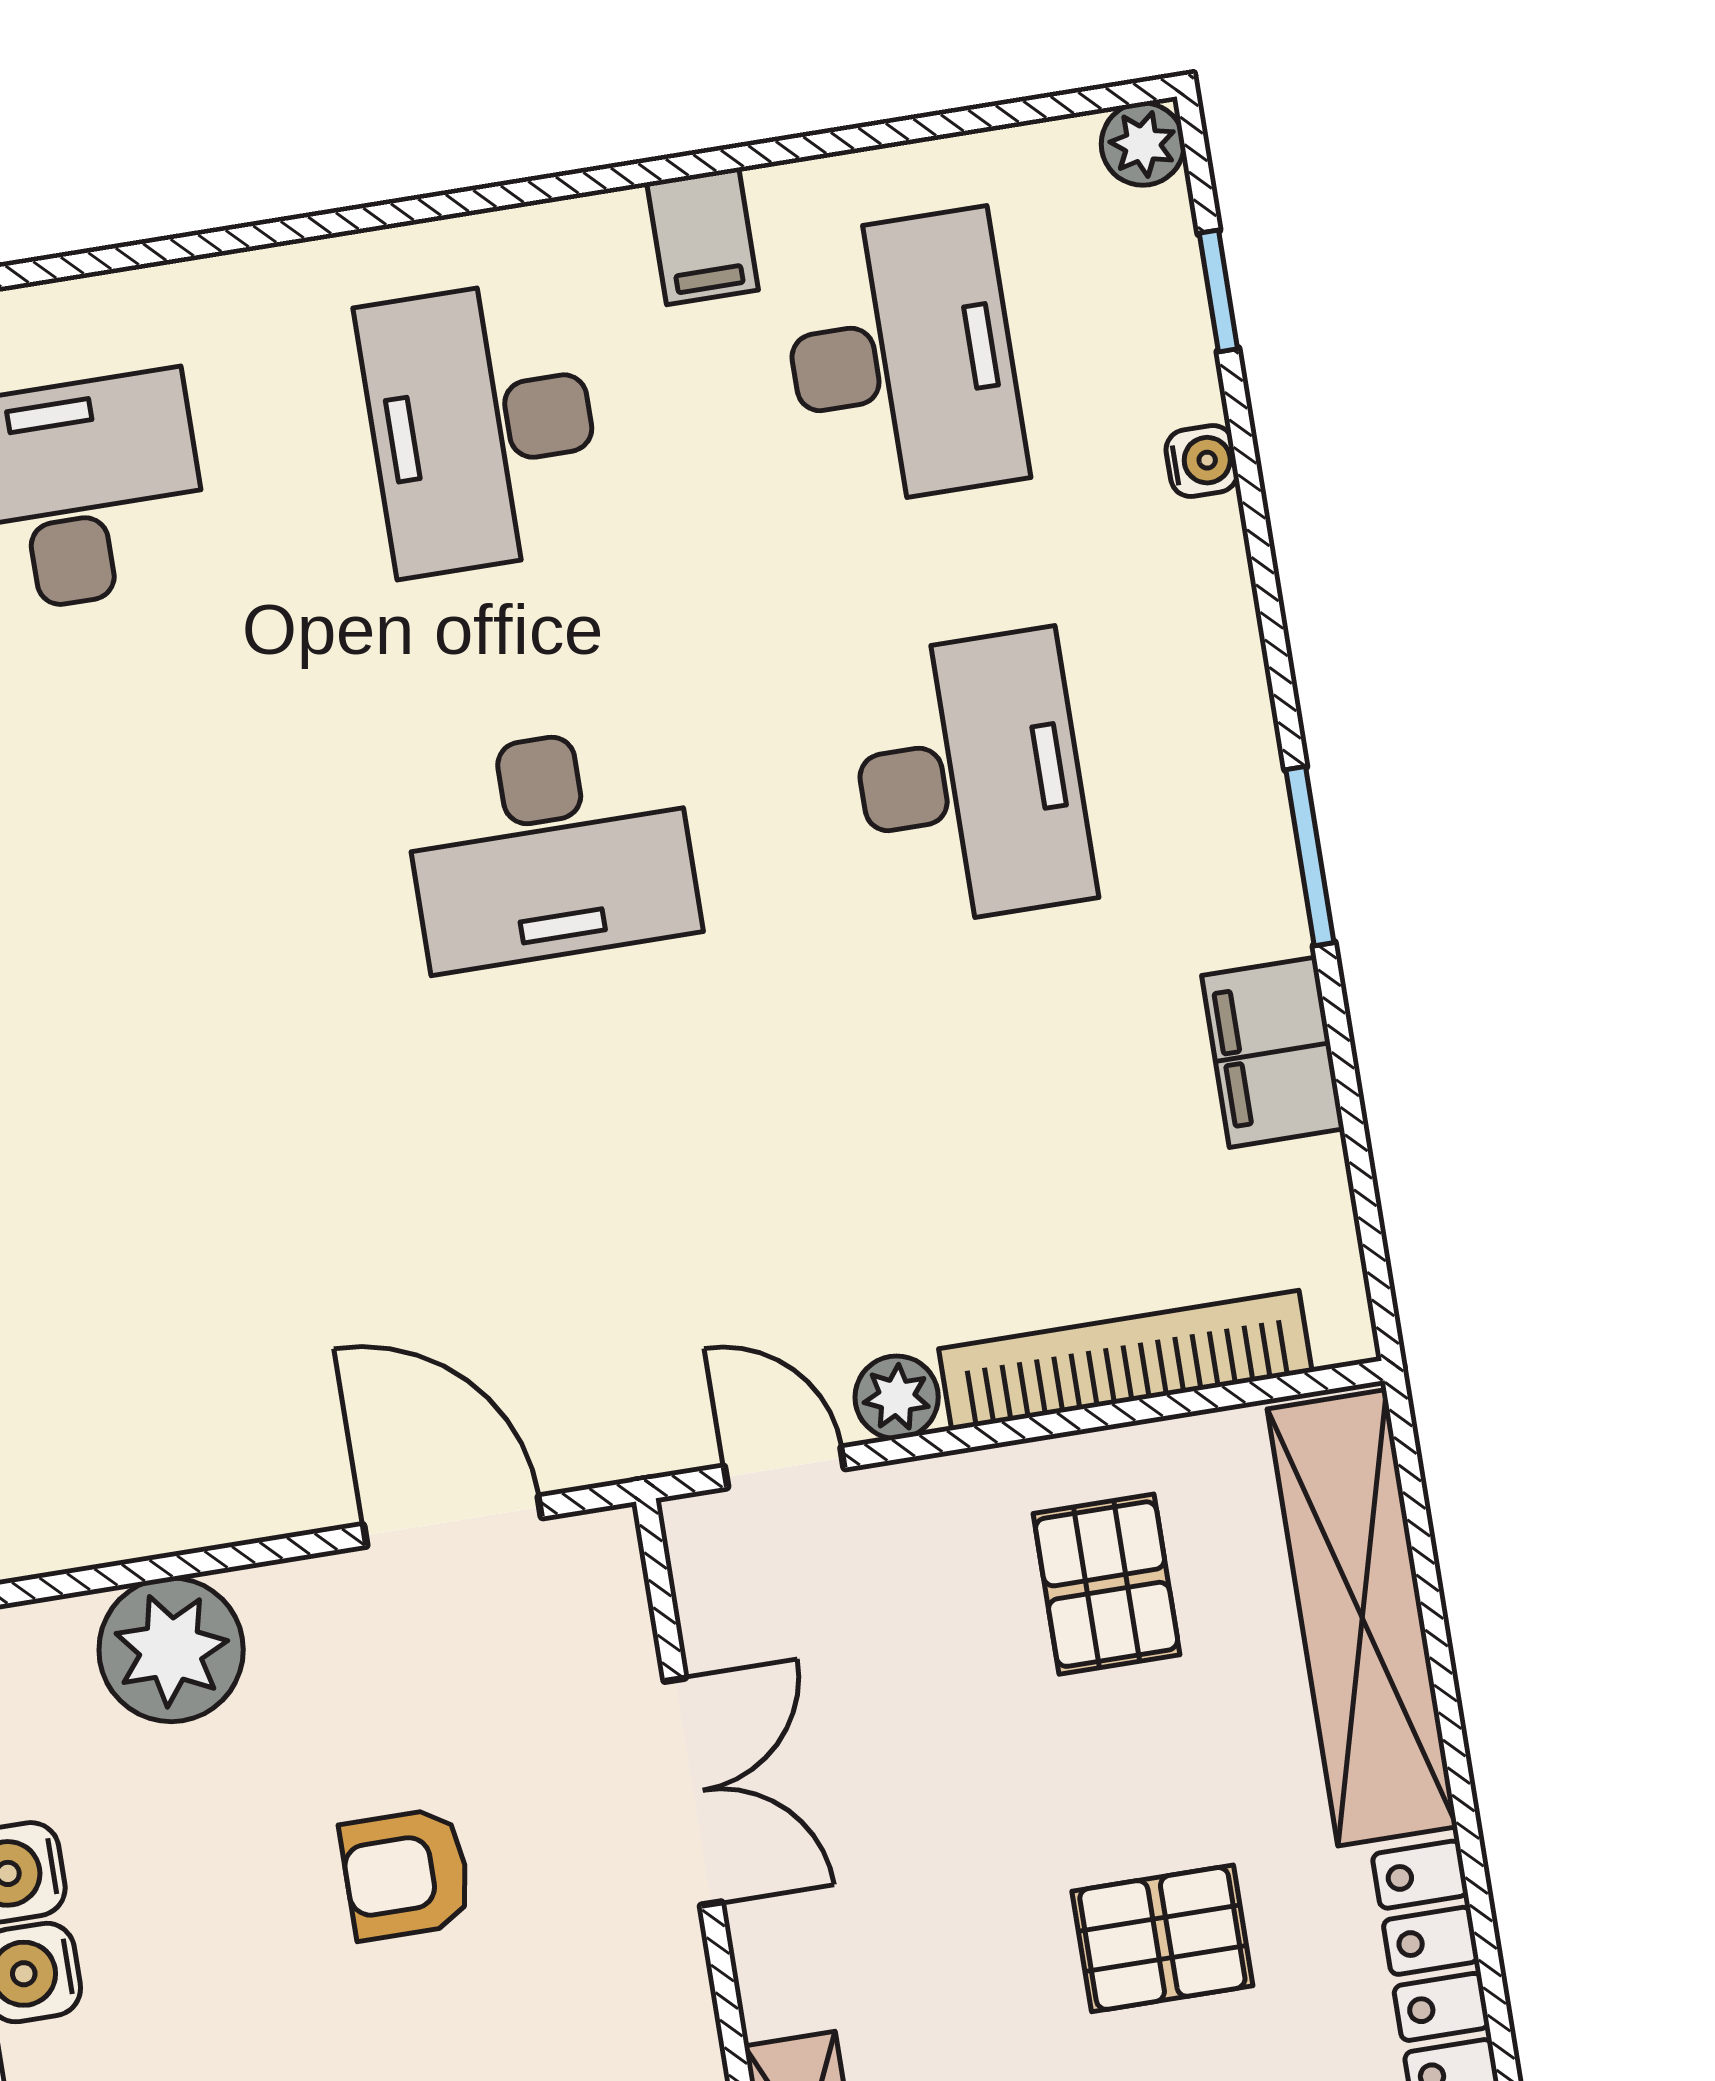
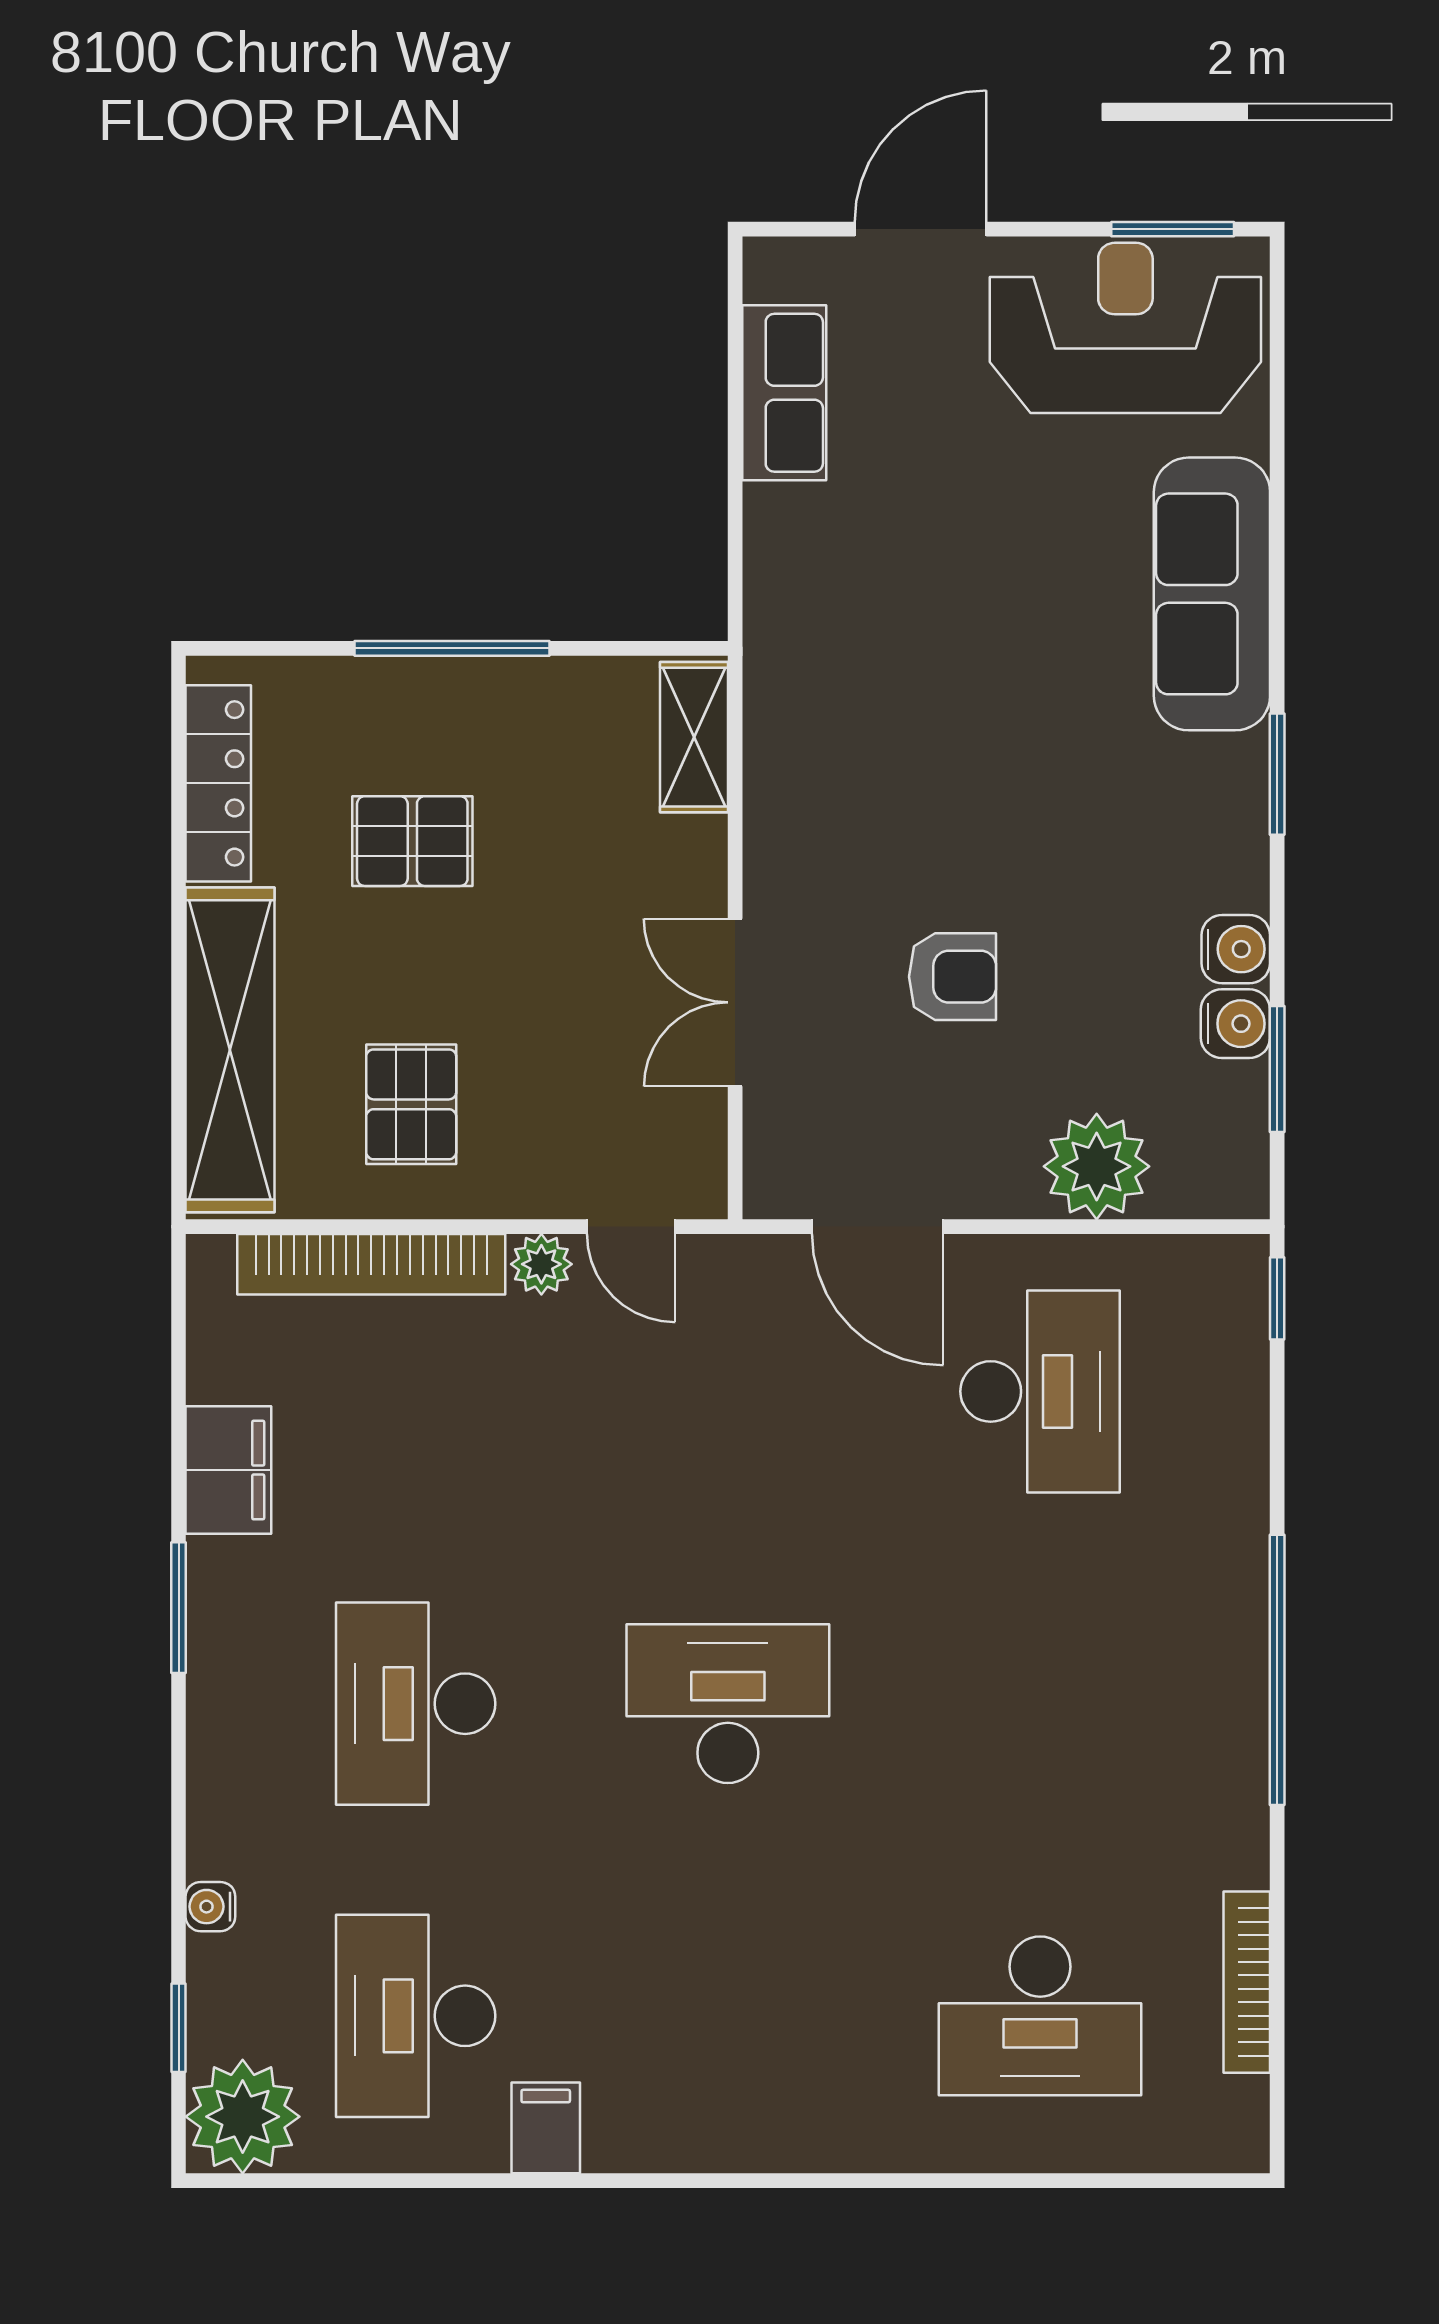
plant: (1143, 144) -> (243, 2117), width x1.88, depth x1.88
desk: (482, 427) -> (1040, 1391), moved

